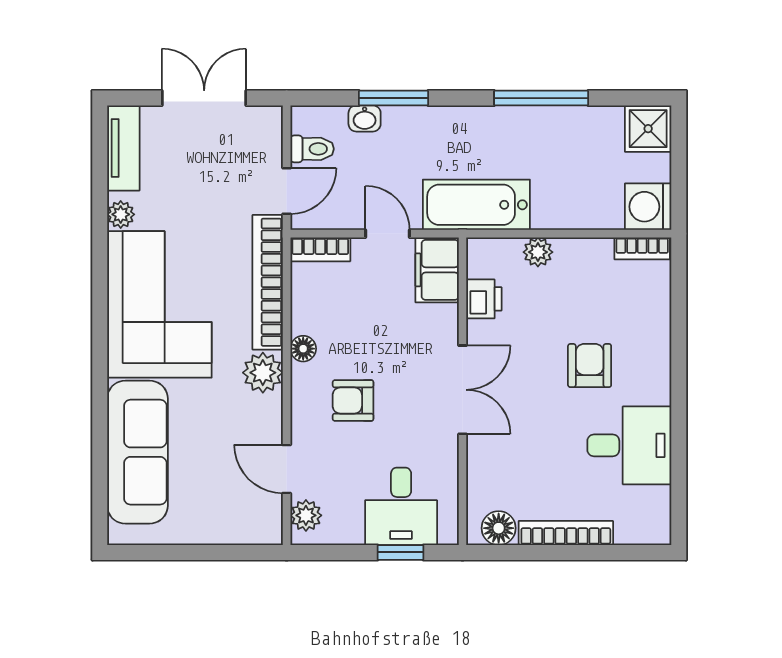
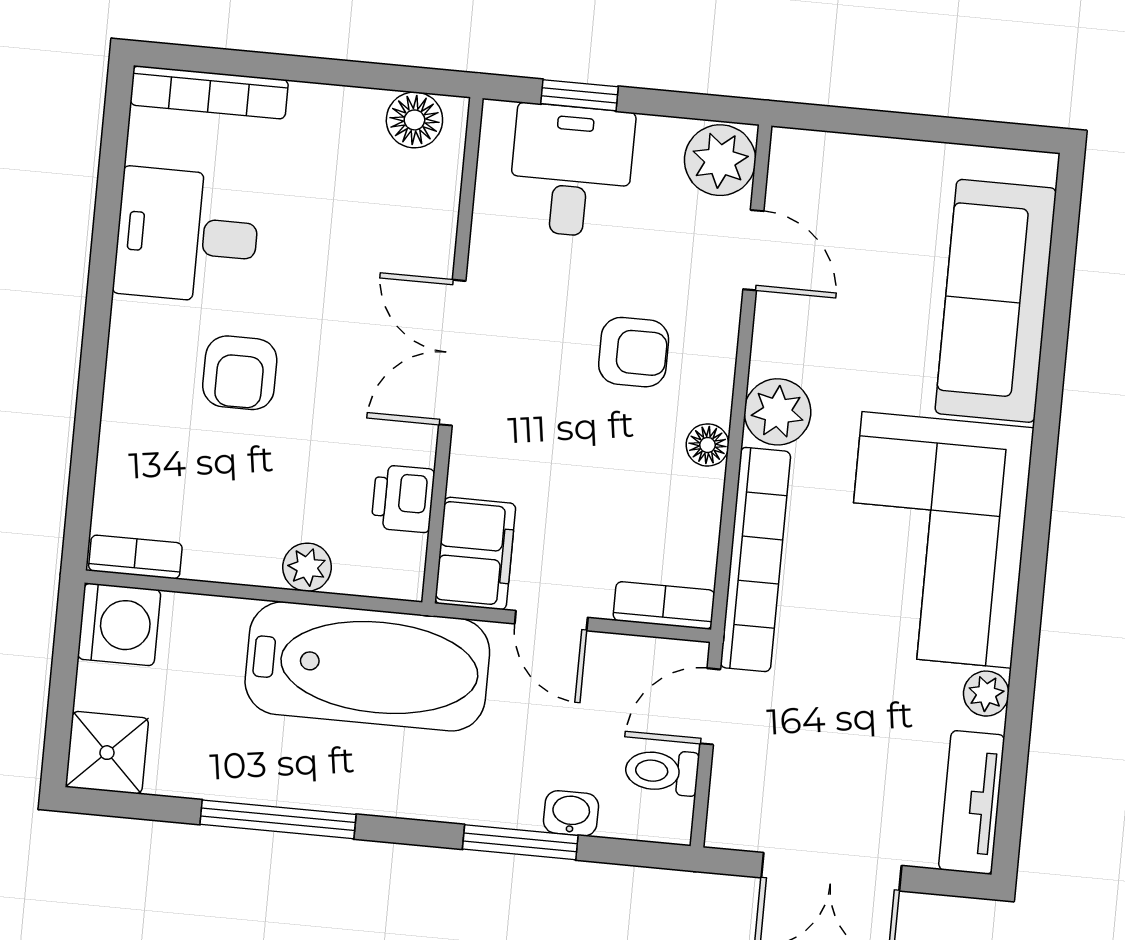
bathtub: (476, 205) -> (367, 666), width x1.36, depth x1.36
plant: (306, 515) -> (720, 160), width x1.38, depth x1.38
bookcase: (566, 533) -> (209, 92), moved

